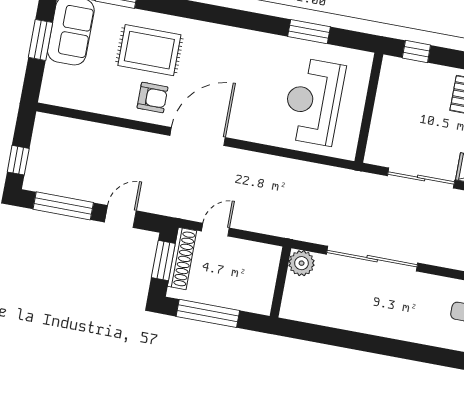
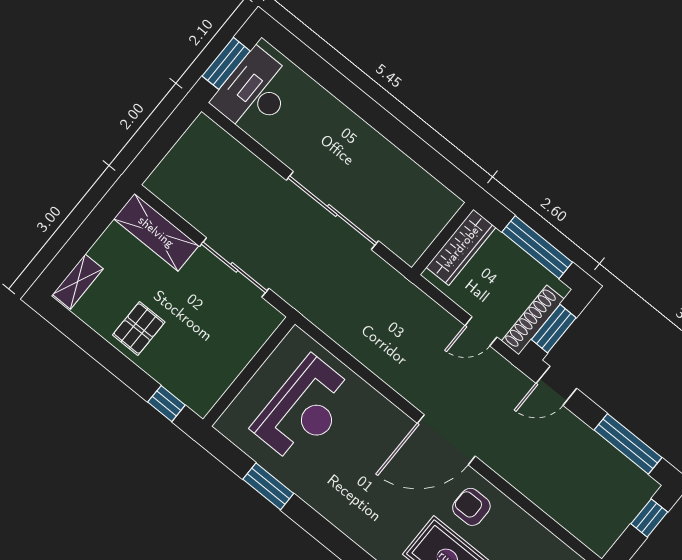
door: (120, 216) -> (556, 386), moved
plant: (302, 263) -> (409, 246), removed
wardrobe: (263, 283) -> (461, 247), added

